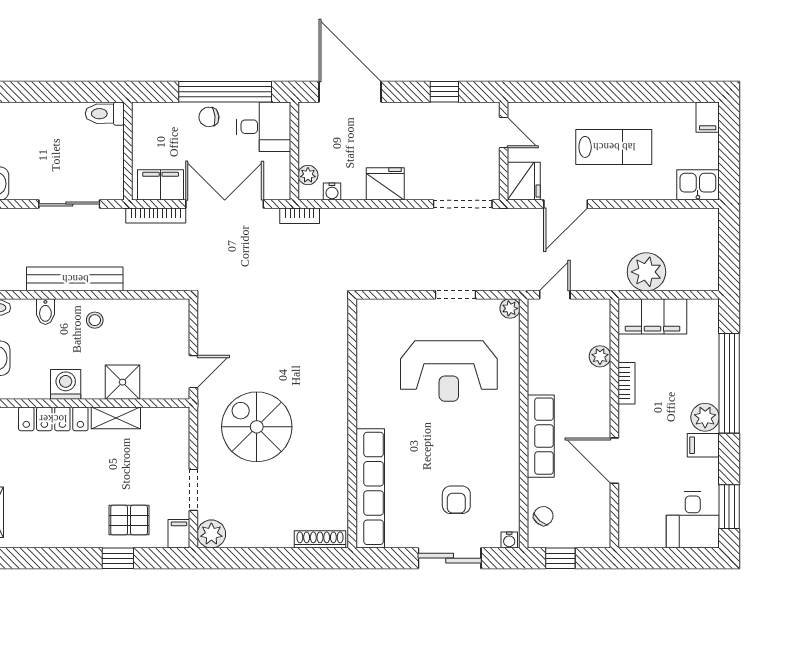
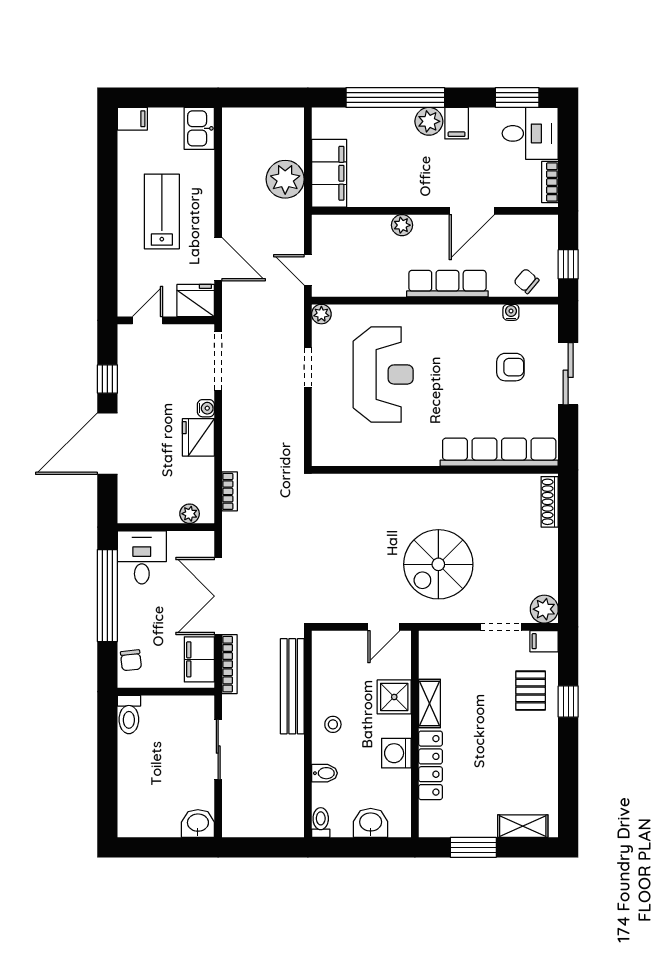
door: (350, 92) -> (107, 444), moved
chair: (209, 117) -> (131, 660), moved
water cooler: (332, 192) -> (206, 408), moved
bookcase: (300, 216) -> (230, 491), moved
bench: (75, 279) -> (292, 686), moved
plant: (600, 356) -> (402, 225), moved
door: (193, 372) -> (384, 627), swing flipped
bookcase: (627, 383) -> (550, 182), moved, turned -90
water cooler: (509, 540) -> (511, 312), moved, turned -90

